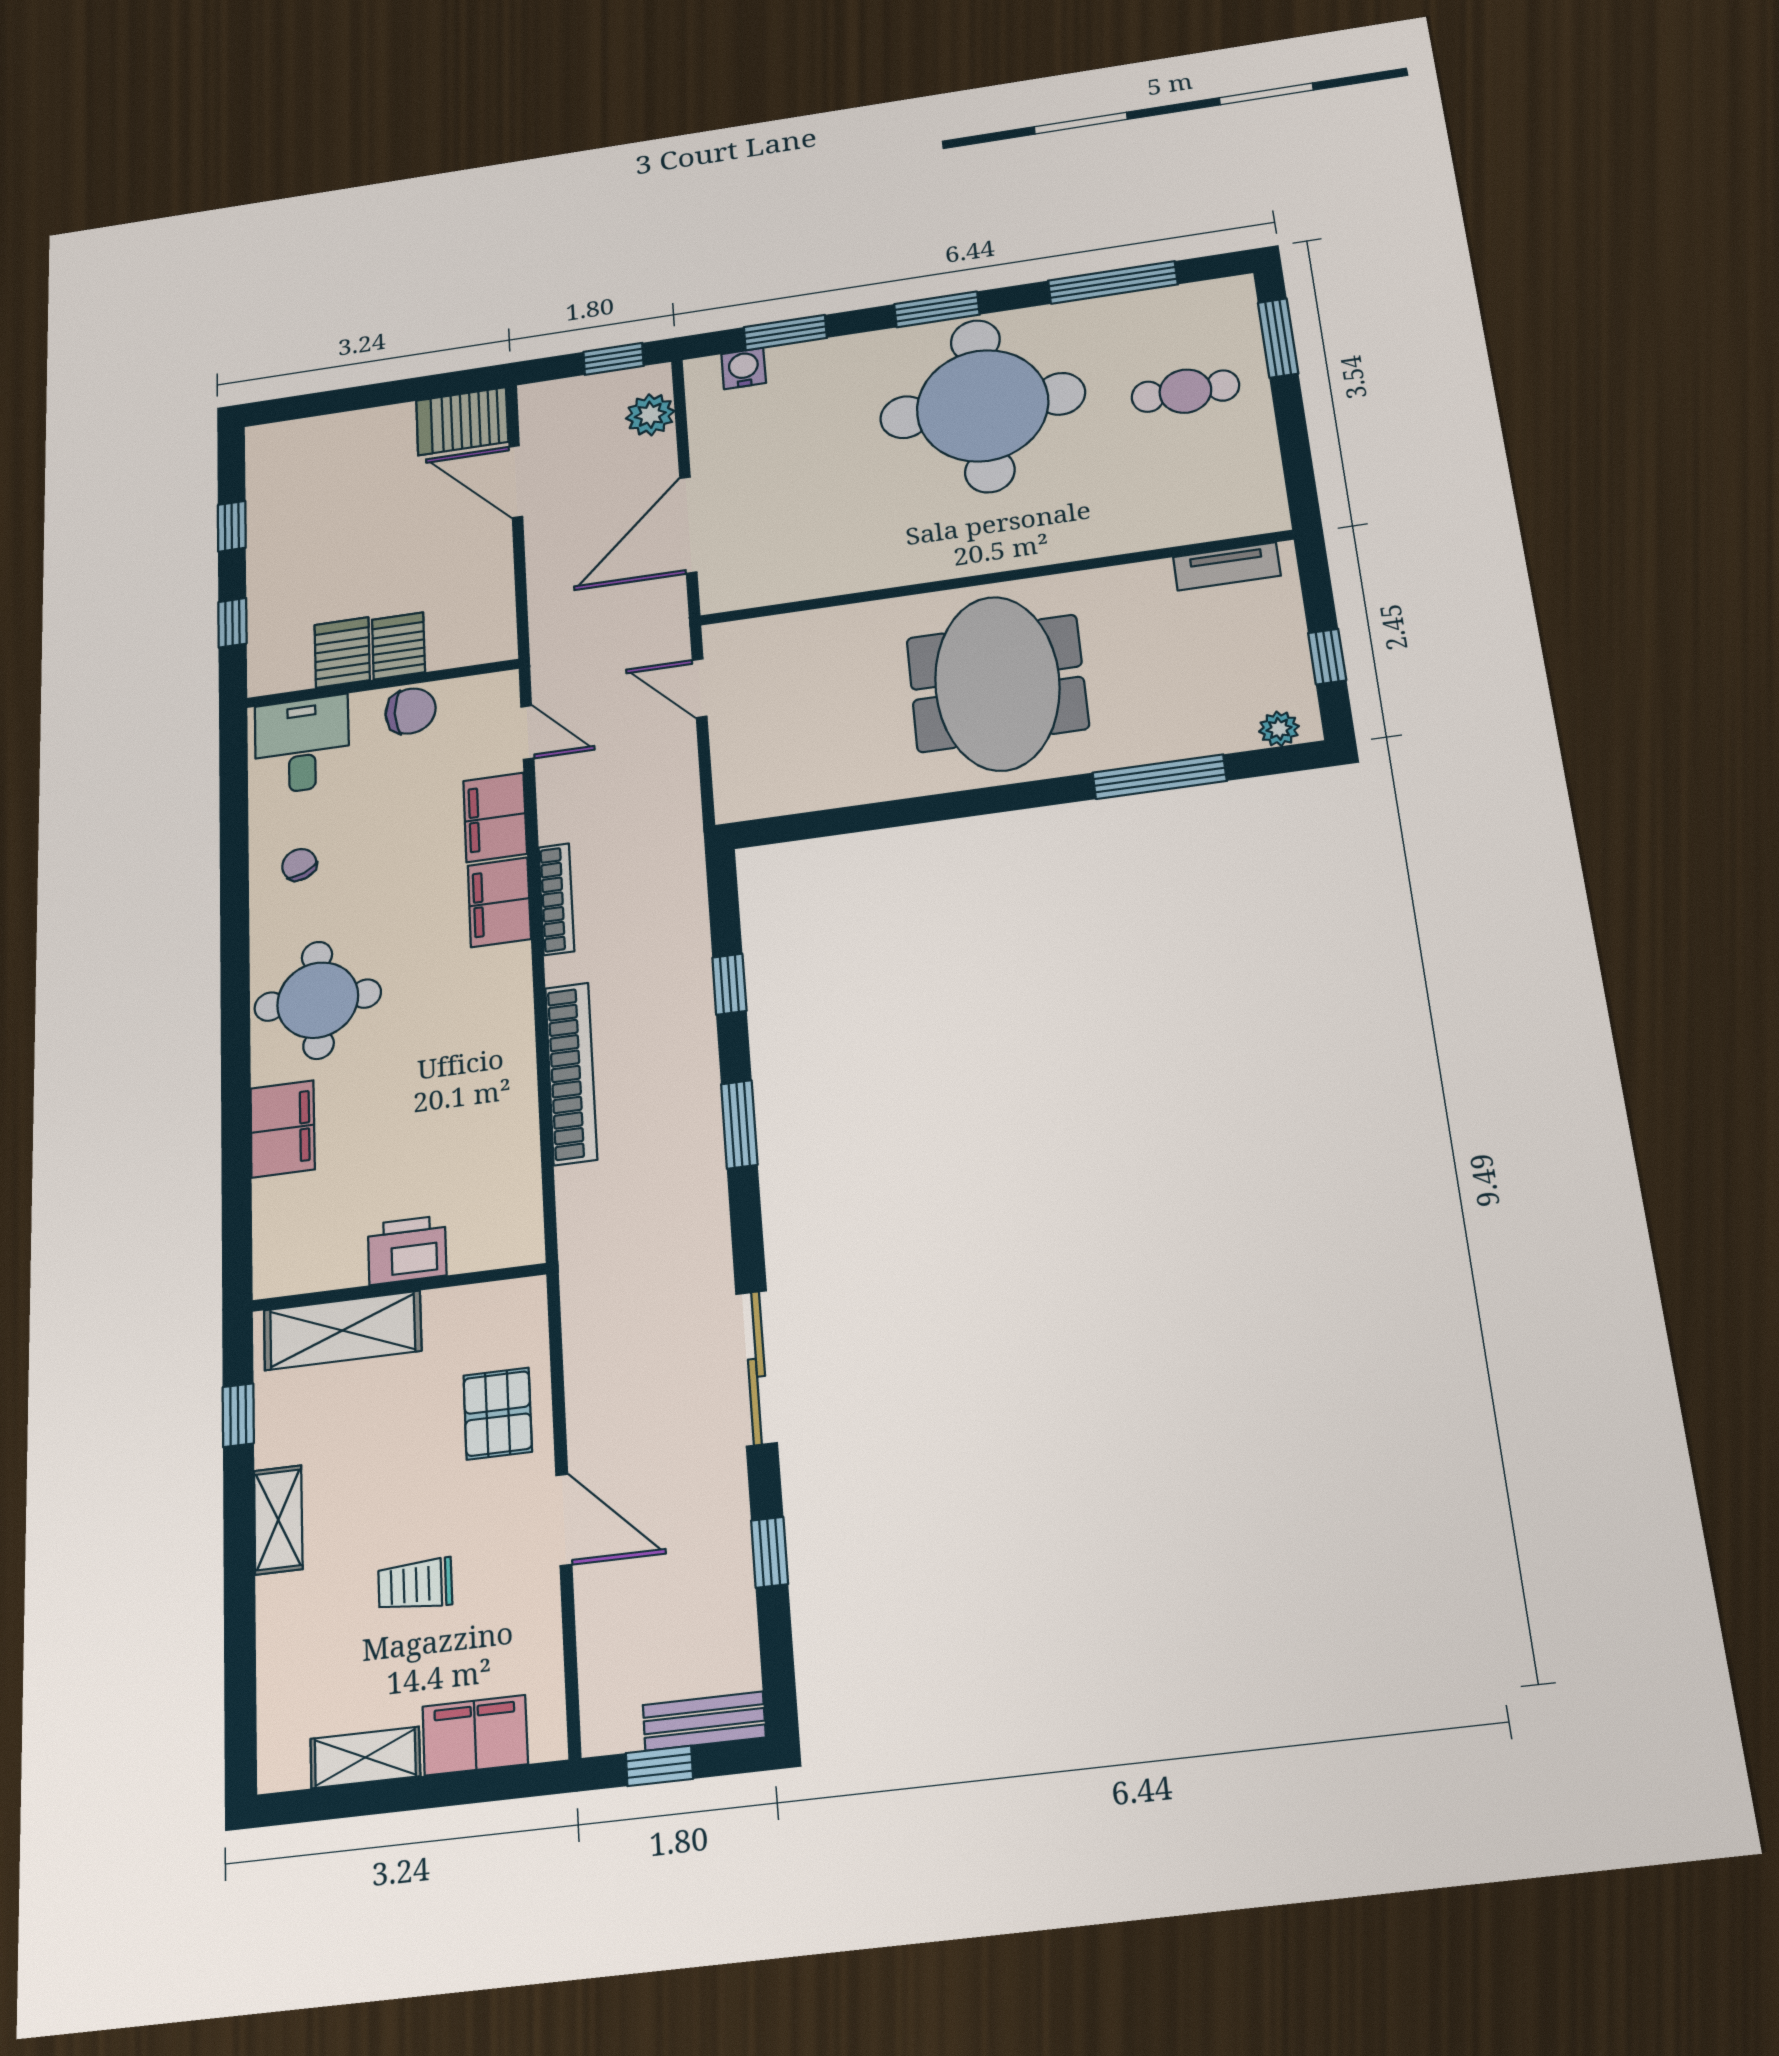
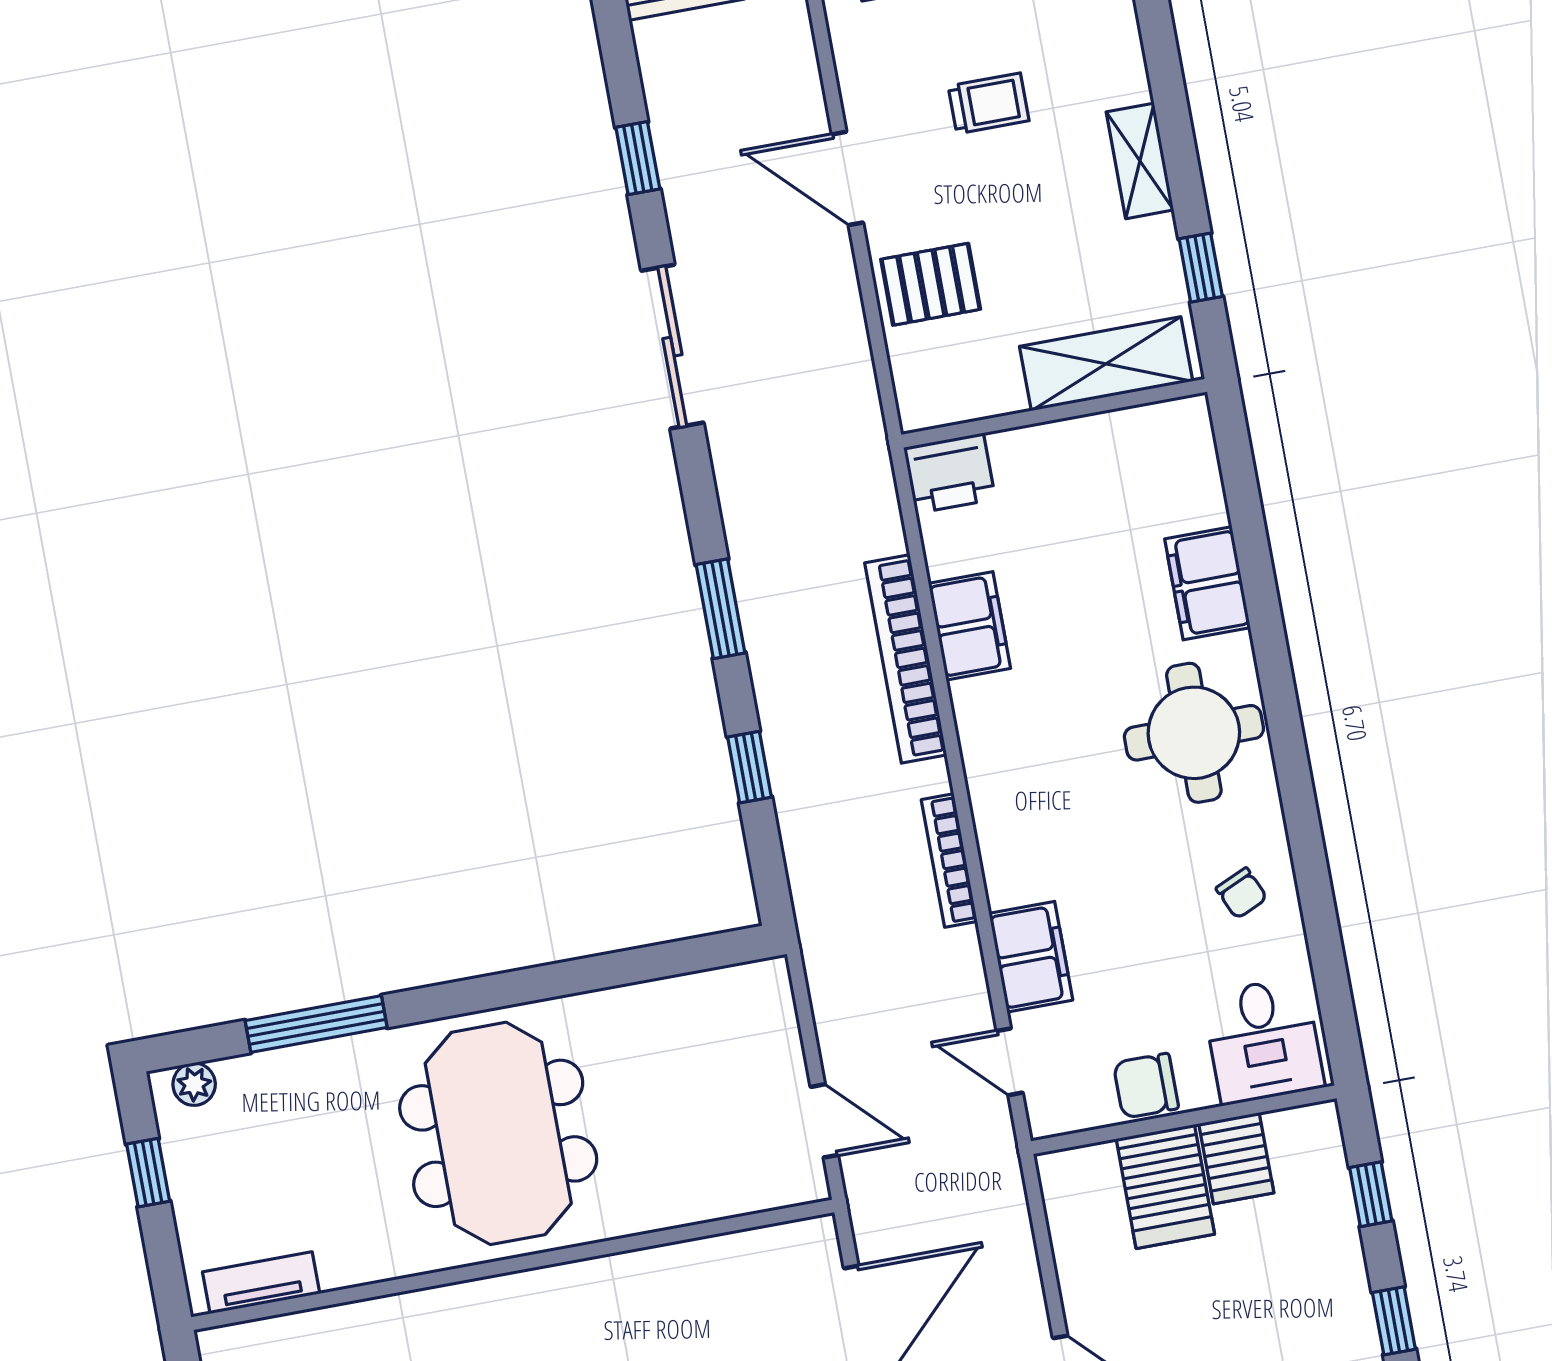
server rack: (398, 646) -> (1165, 1186), width x1.36, depth x1.44
filing cabinet: (499, 902) -> (970, 626), moved
printer: (407, 1250) -> (950, 473), moved
pallet: (498, 1414) -> (931, 284), turned 90

